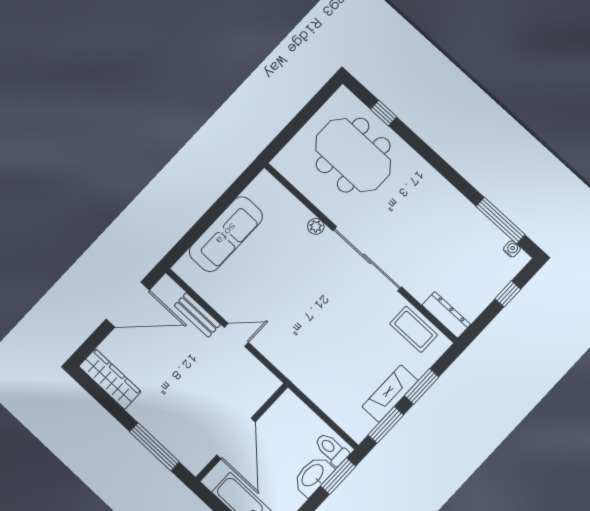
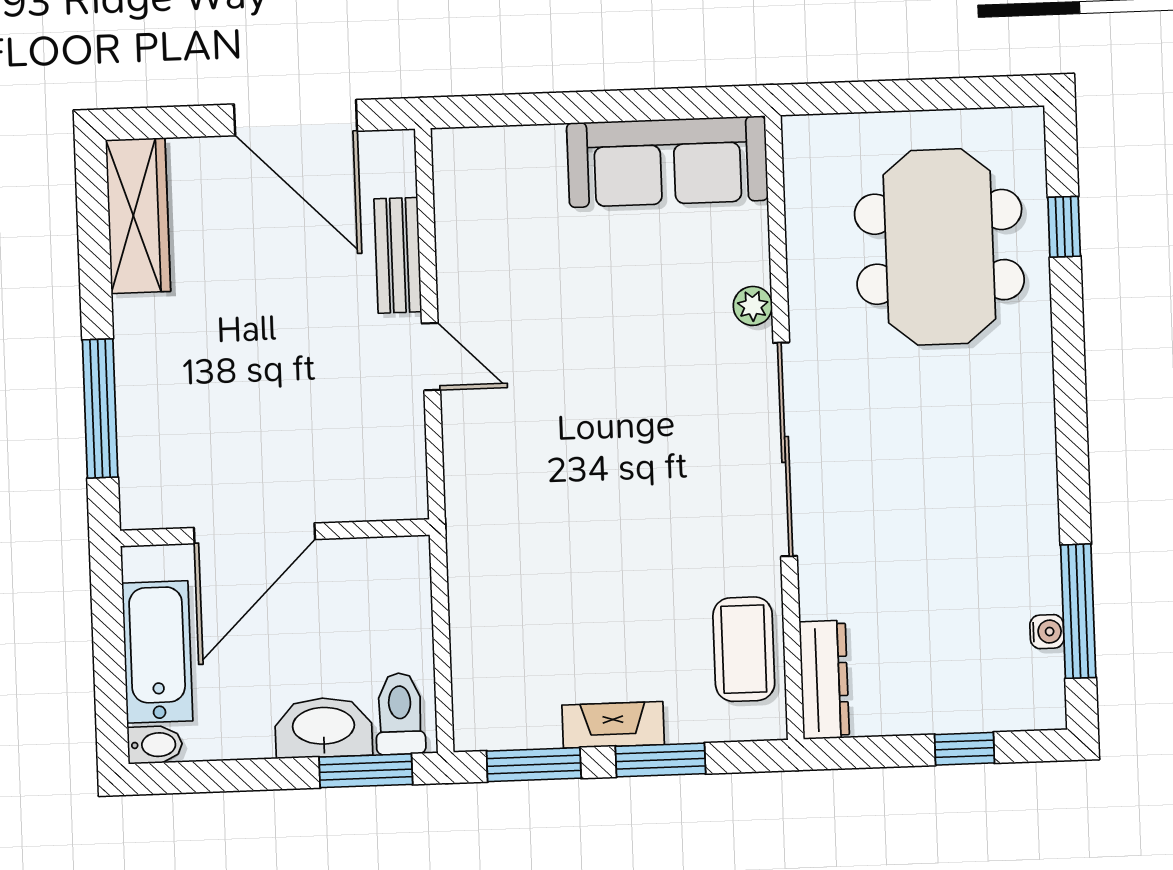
sofa: (226, 234) -> (667, 162), moved
water cooler: (512, 249) -> (1047, 632), moved
fireplace: (390, 394) -> (613, 725), width x0.73, depth x0.76

